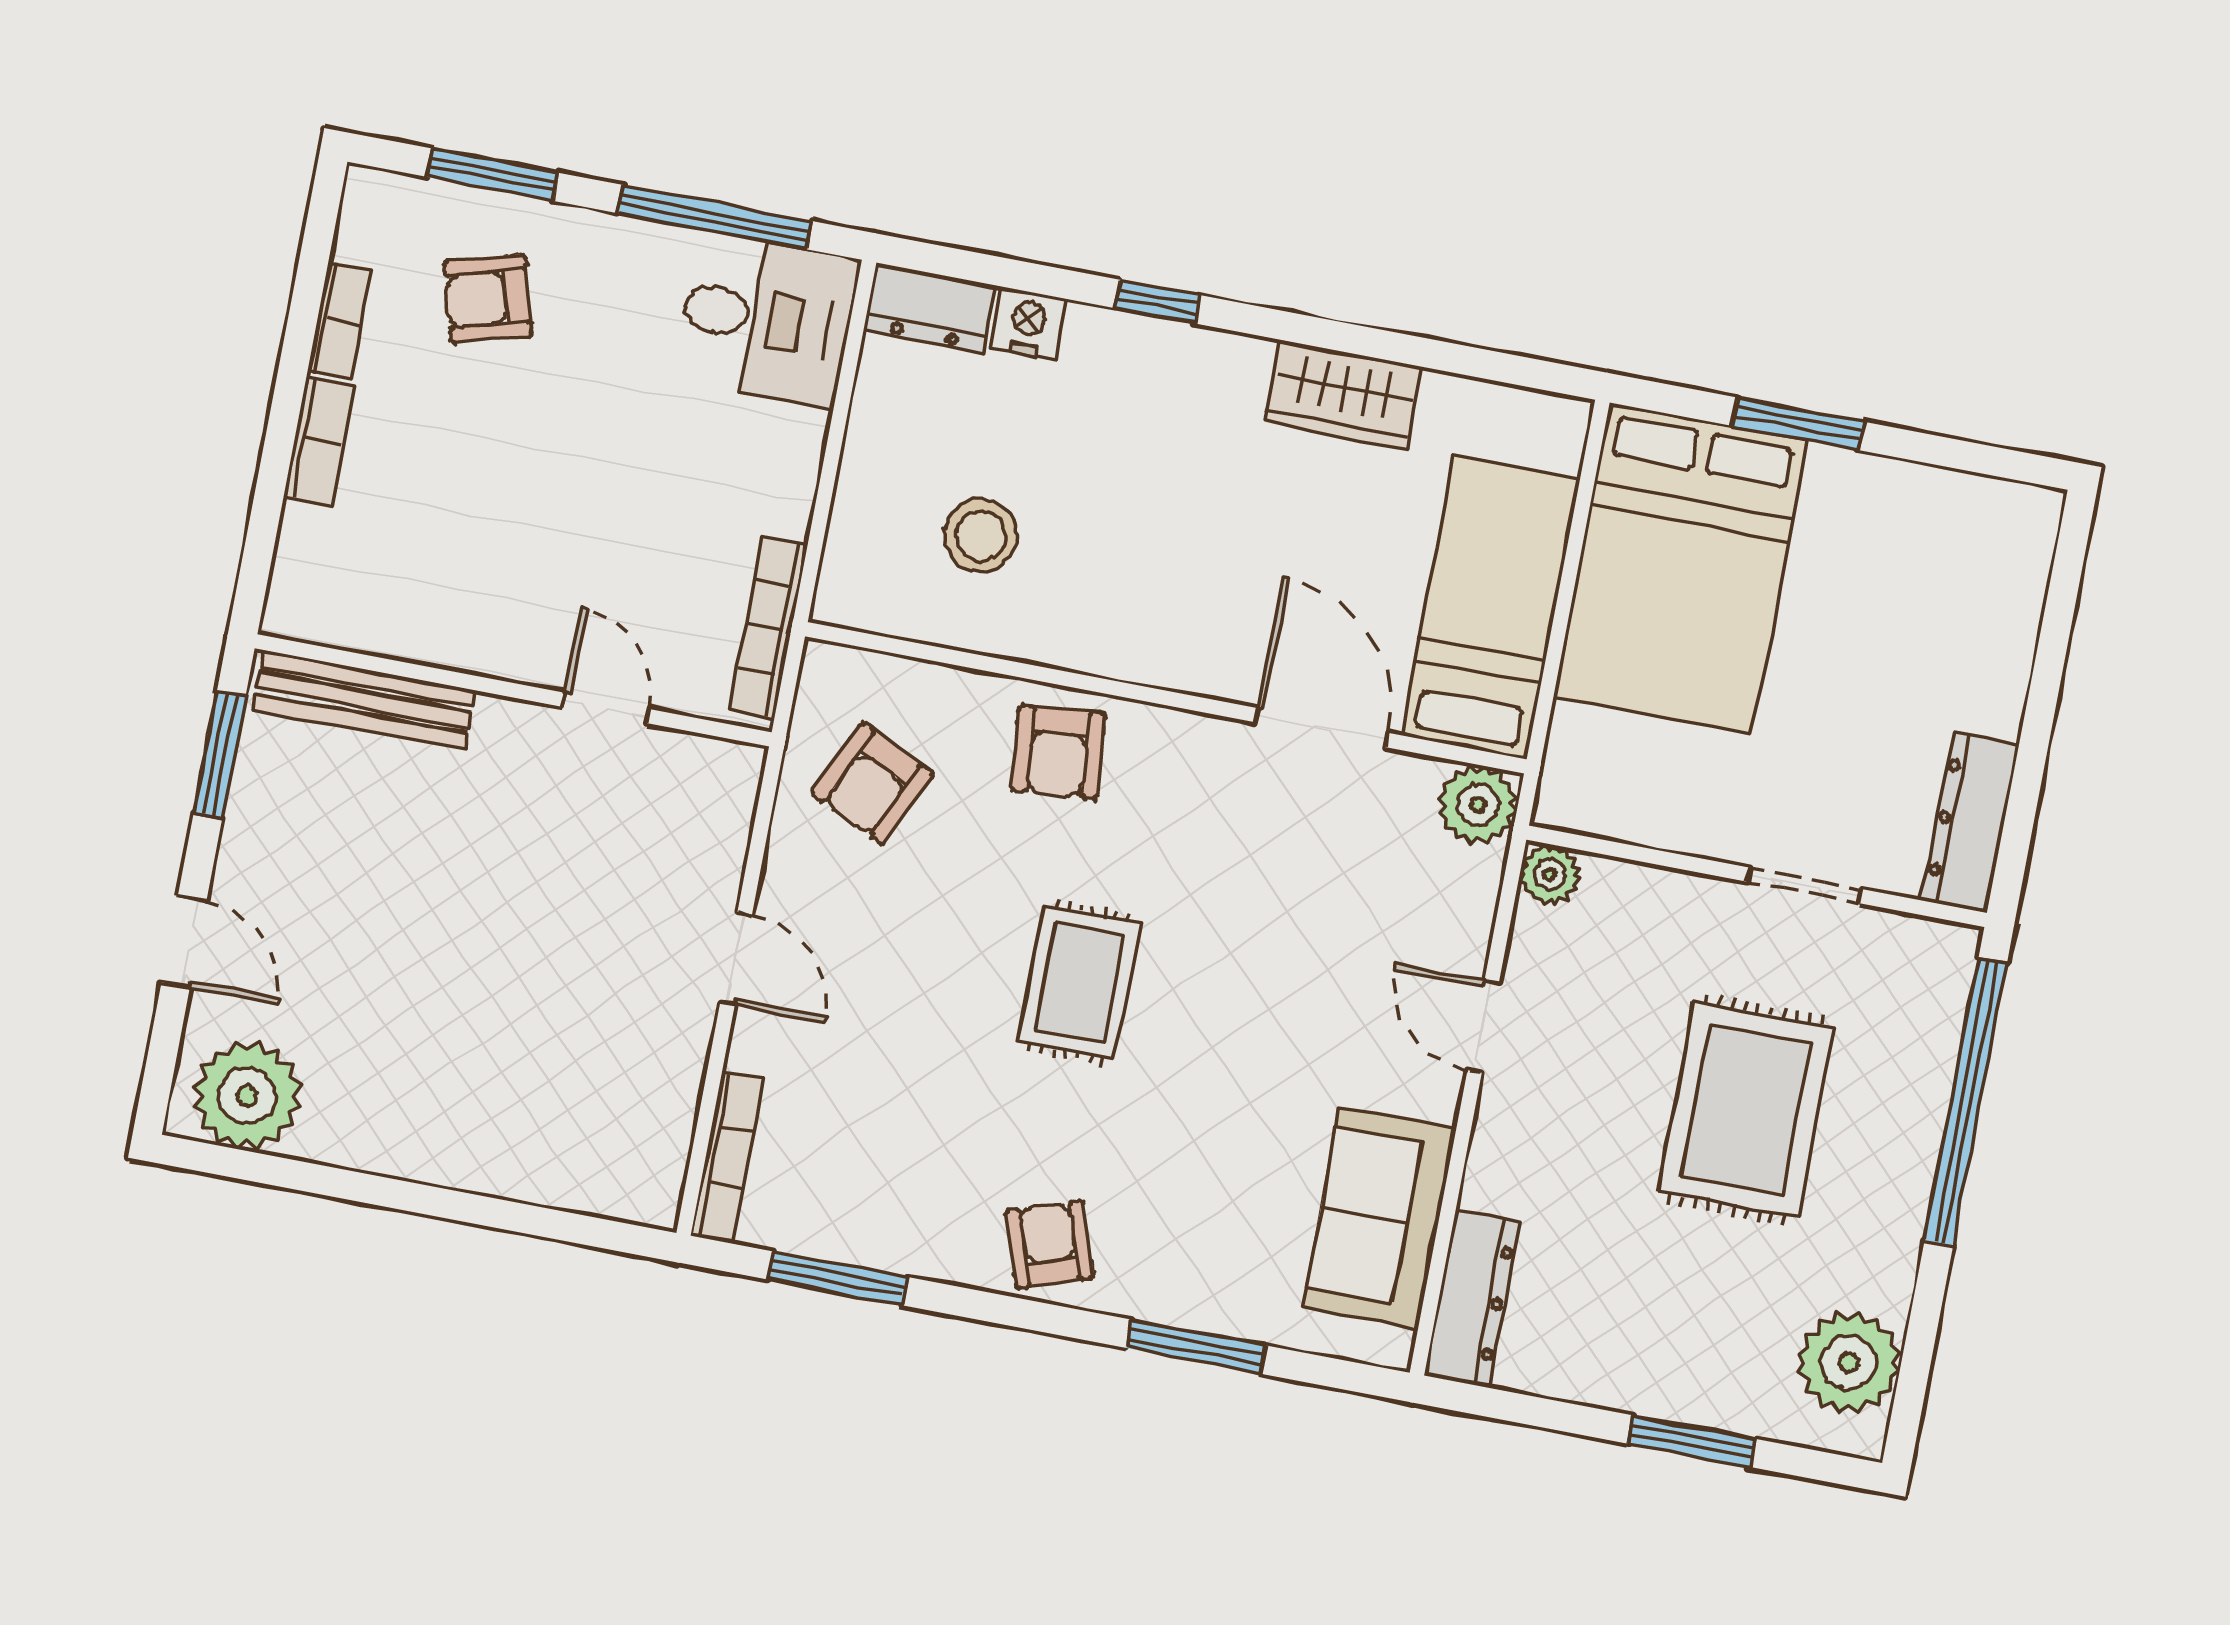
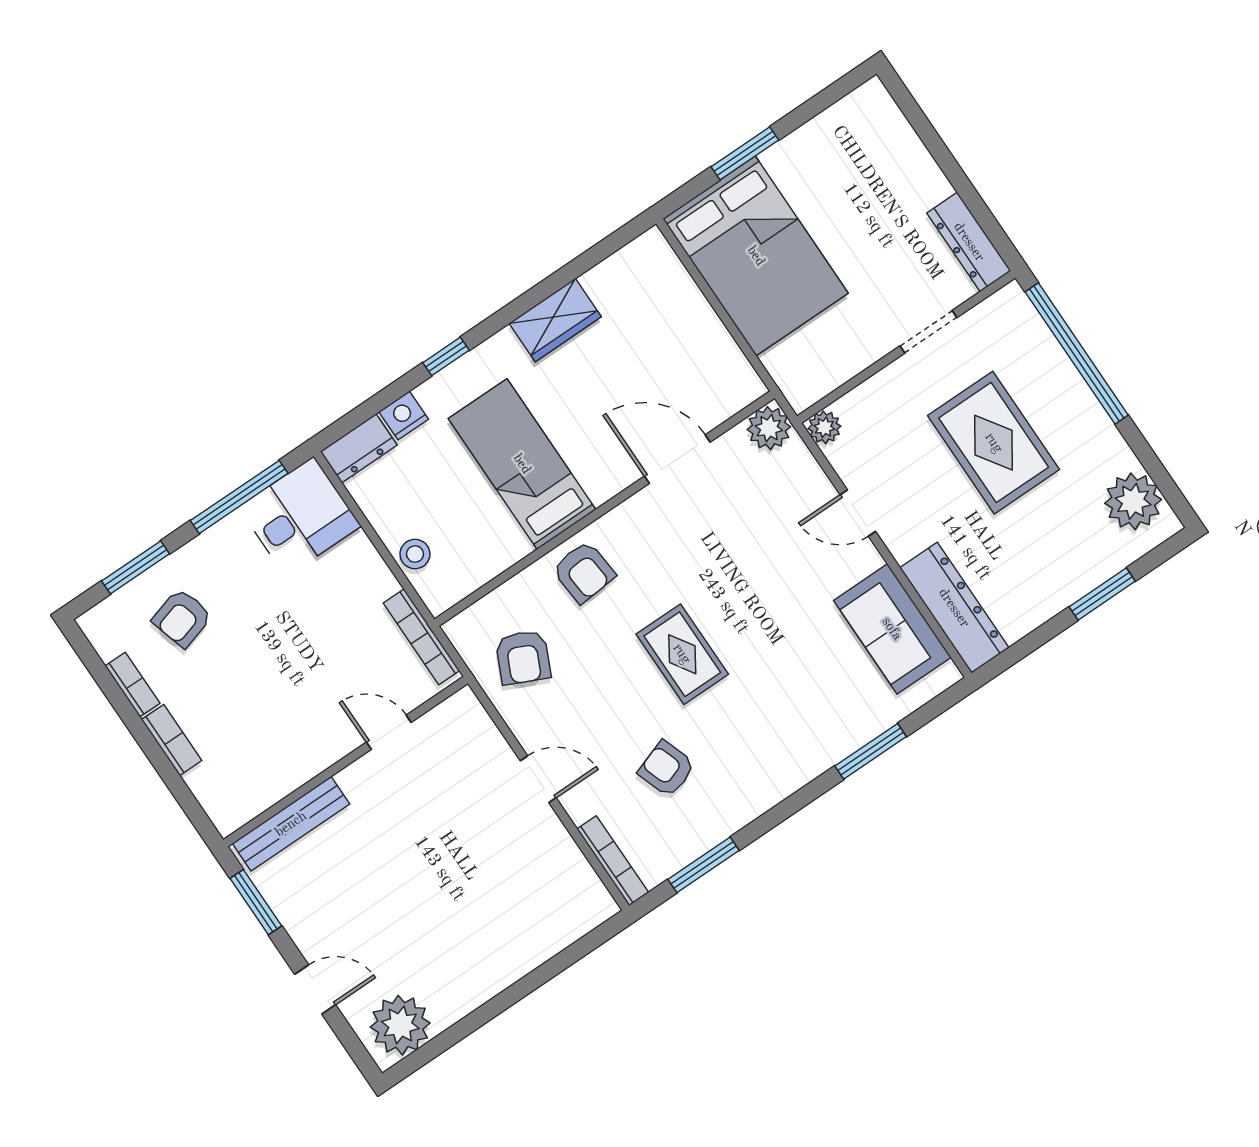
stool: (981, 536) -> (415, 554), moved, width x0.73, depth x0.73
bed: (1490, 607) -> (522, 464), moved
armchair: (1050, 1244) -> (667, 769), moved
dresser: (1472, 1299) -> (954, 608), width x1.37, depth x1.24

